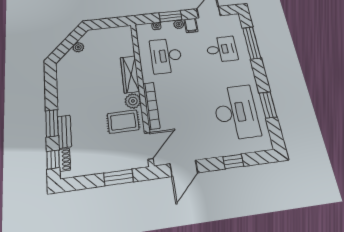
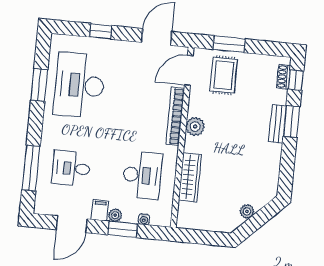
wardrobe: (130, 74) -> (190, 177), moved
rug: (123, 122) -> (224, 75), moved, turned 90
bench: (64, 131) -> (277, 124), moved

